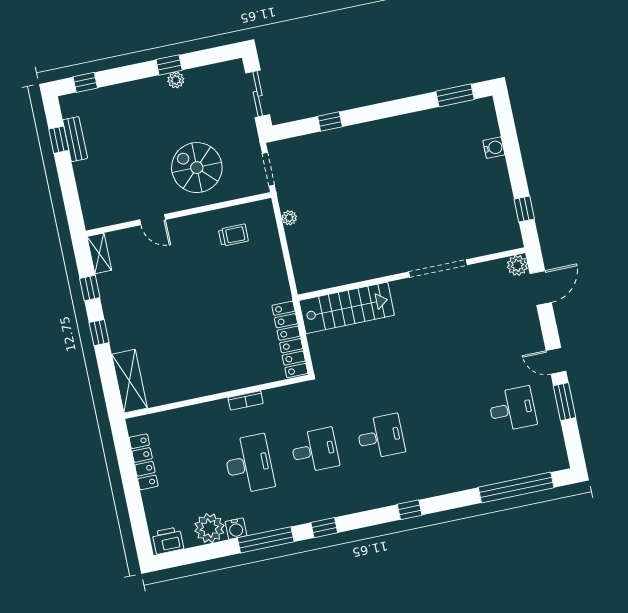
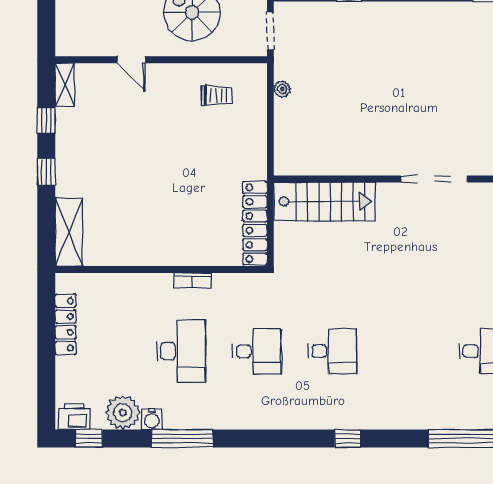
window: (324, 528) -> (89, 438), moved

